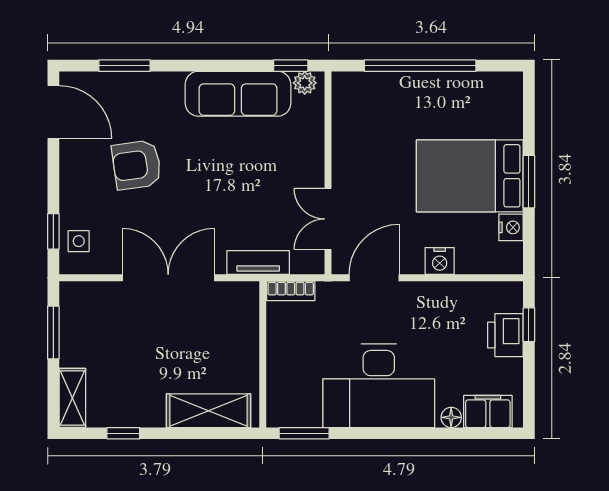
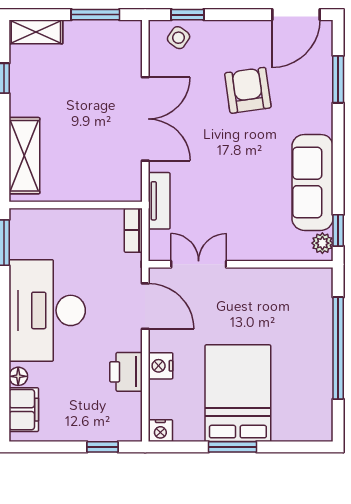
nightstand: (511, 227) -> (160, 431), moved
side table: (79, 241) -> (179, 38), turned 35
printer: (505, 335) -> (126, 372), moved, turned -90

